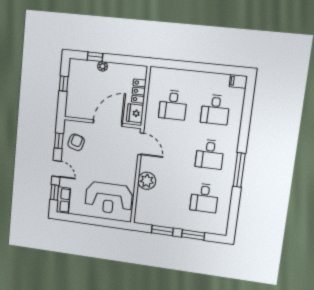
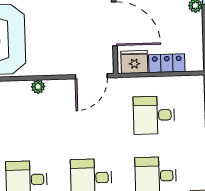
plant: (147, 181) -> (38, 87), width x0.53, depth x0.53

